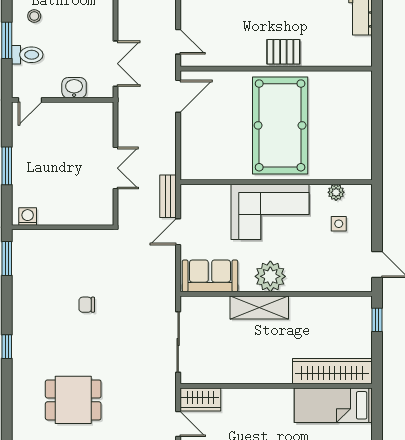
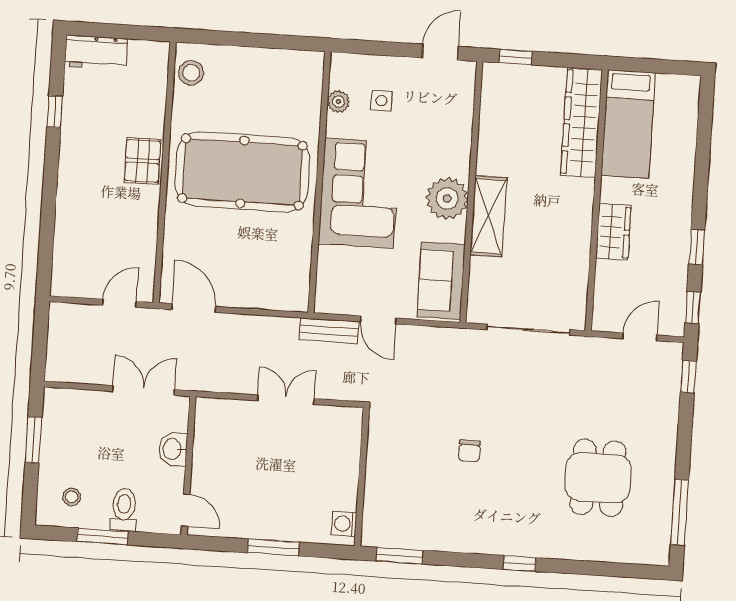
stool: (350, 83) -> (191, 73), added
wardrobe: (200, 400) -> (613, 232), moved

